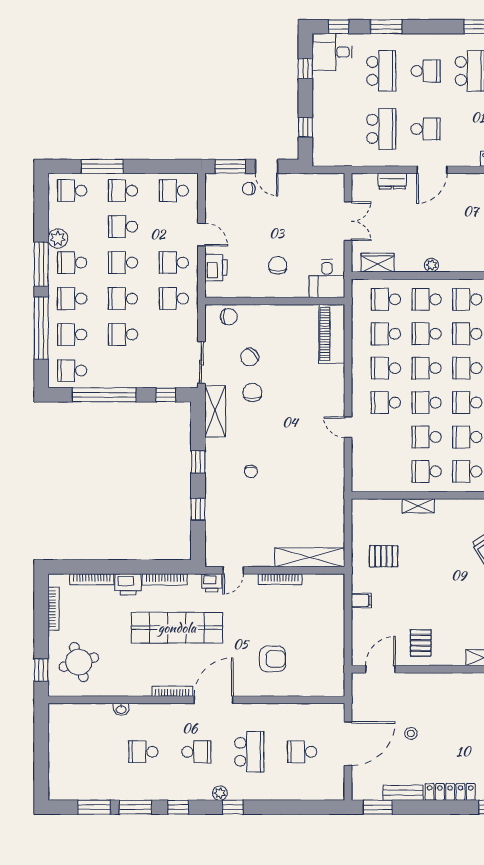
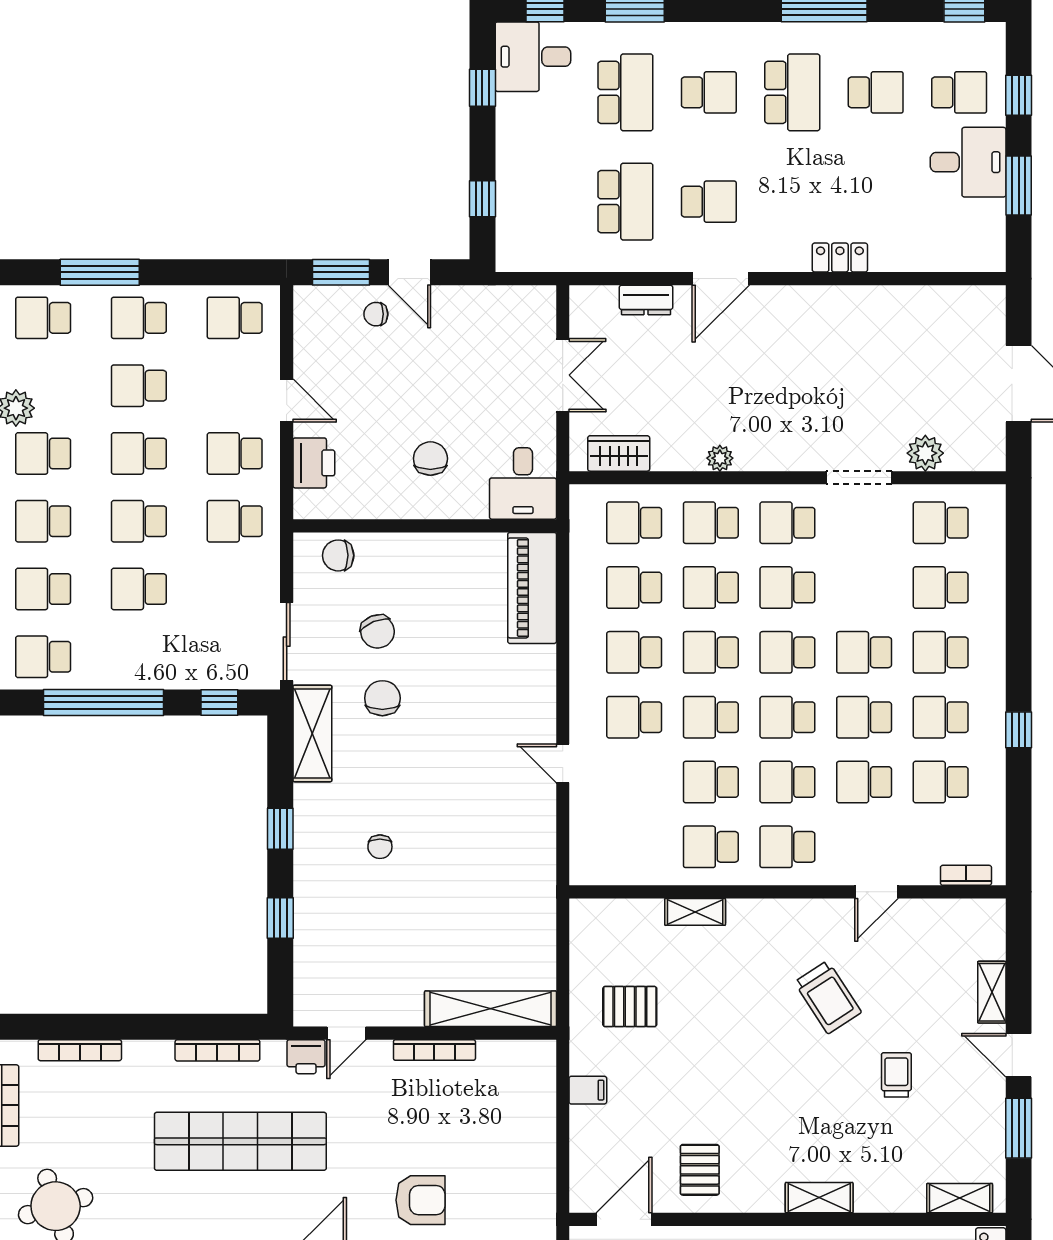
chair: (229, 317) -> (338, 555), turned 180
chair: (250, 357) -> (377, 632), turned -69
printer: (128, 584) -> (148, 1060), removed

